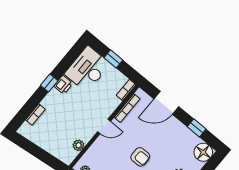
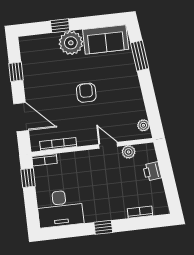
window: (113, 59) -> (28, 178), moved
printer: (63, 85) -> (152, 171), moved, turned -97
door: (104, 126) -> (108, 145), moved
floor lamp: (203, 152) -> (30, 46), removed

